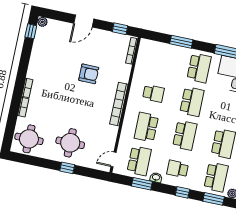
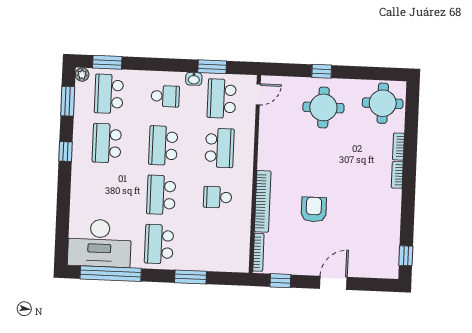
plant: (42, 22) -> (392, 272), removed
armchair: (89, 74) -> (314, 209), turned 90
bookcase: (119, 104) -> (263, 201), moved
window: (182, 192) -> (153, 64), removed

